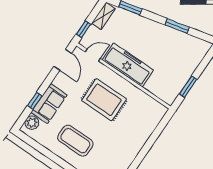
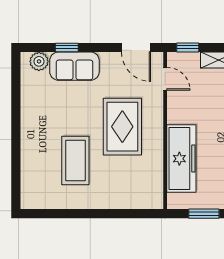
door: (63, 60) -> (136, 47), hinge flipped
freezer: (128, 65) -> (181, 159), moved
coffee table: (75, 141) -> (75, 161), moved

